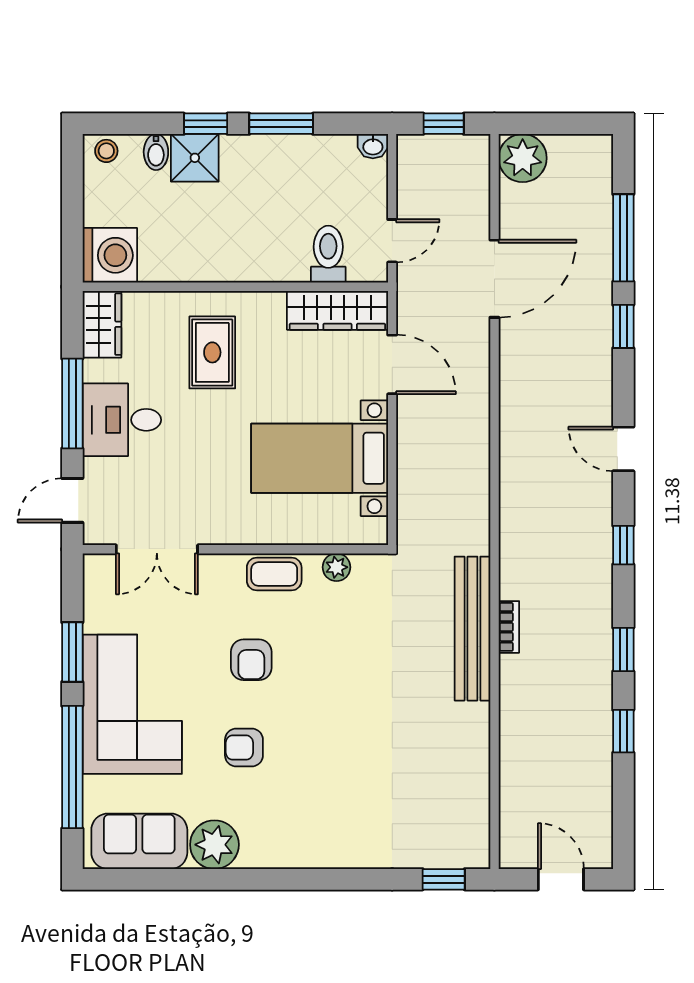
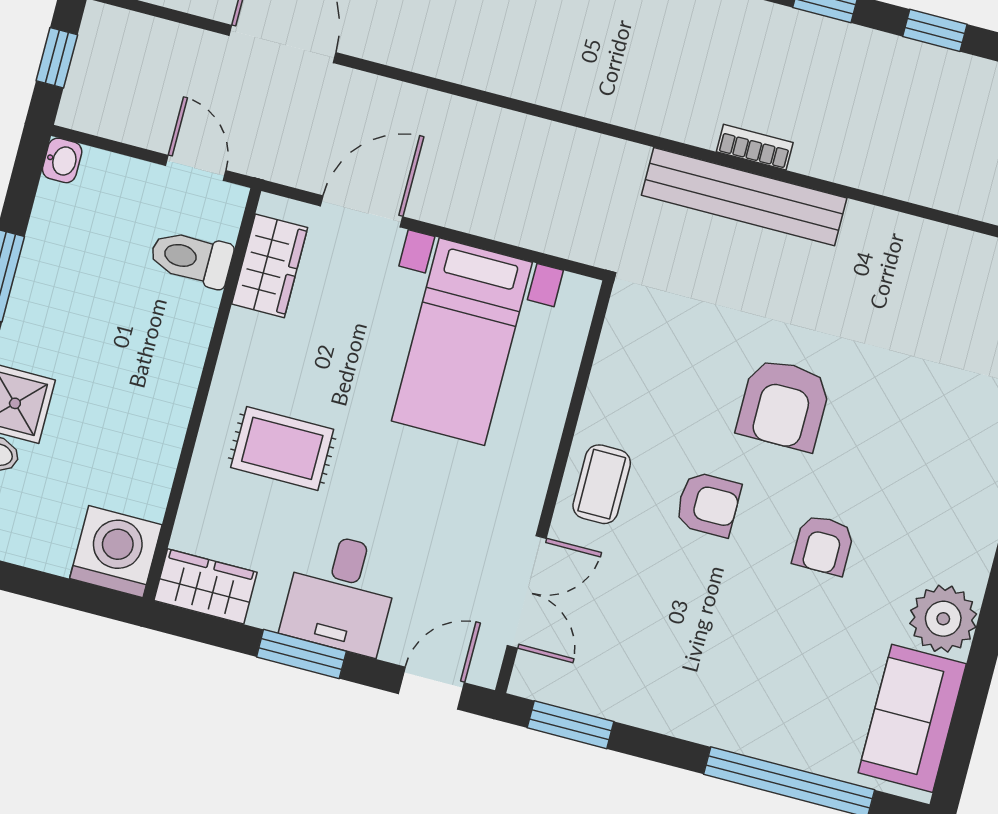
wardrobe: (337, 310) -> (270, 266), width x0.67
window: (72, 404) -> (301, 654), width x0.69
door: (72, 500) -> (431, 688), swing flipped
plant: (336, 567) -> (614, 357), removed
coffee table: (274, 574) -> (602, 484), moved
window: (72, 652) -> (571, 725), moved
armchair: (335, 694) -> (784, 404), added
corner sofa: (132, 704) -> (726, 680), removed

